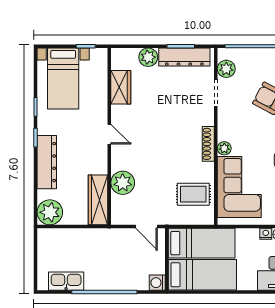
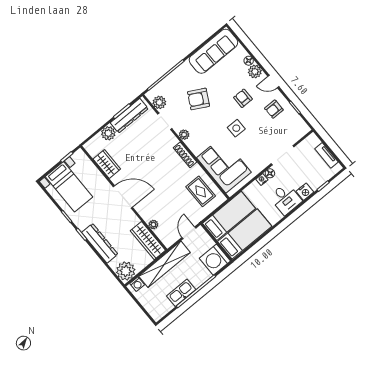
door: (109, 134) -> (123, 197), width x1.87
plant: (224, 148) -> (184, 135), moved
plant: (123, 183) -> (153, 225), width x0.53, depth x0.53
rug: (193, 194) -> (201, 191), turned 90
door: (146, 227) -> (189, 233), swing flipped
washing machine: (50, 235) -> (137, 284), added
shelving: (95, 238) -> (164, 264), added
kitchen sink: (66, 281) -> (181, 293), moved
washing machine: (157, 283) -> (215, 260), width x1.89, depth x1.89

